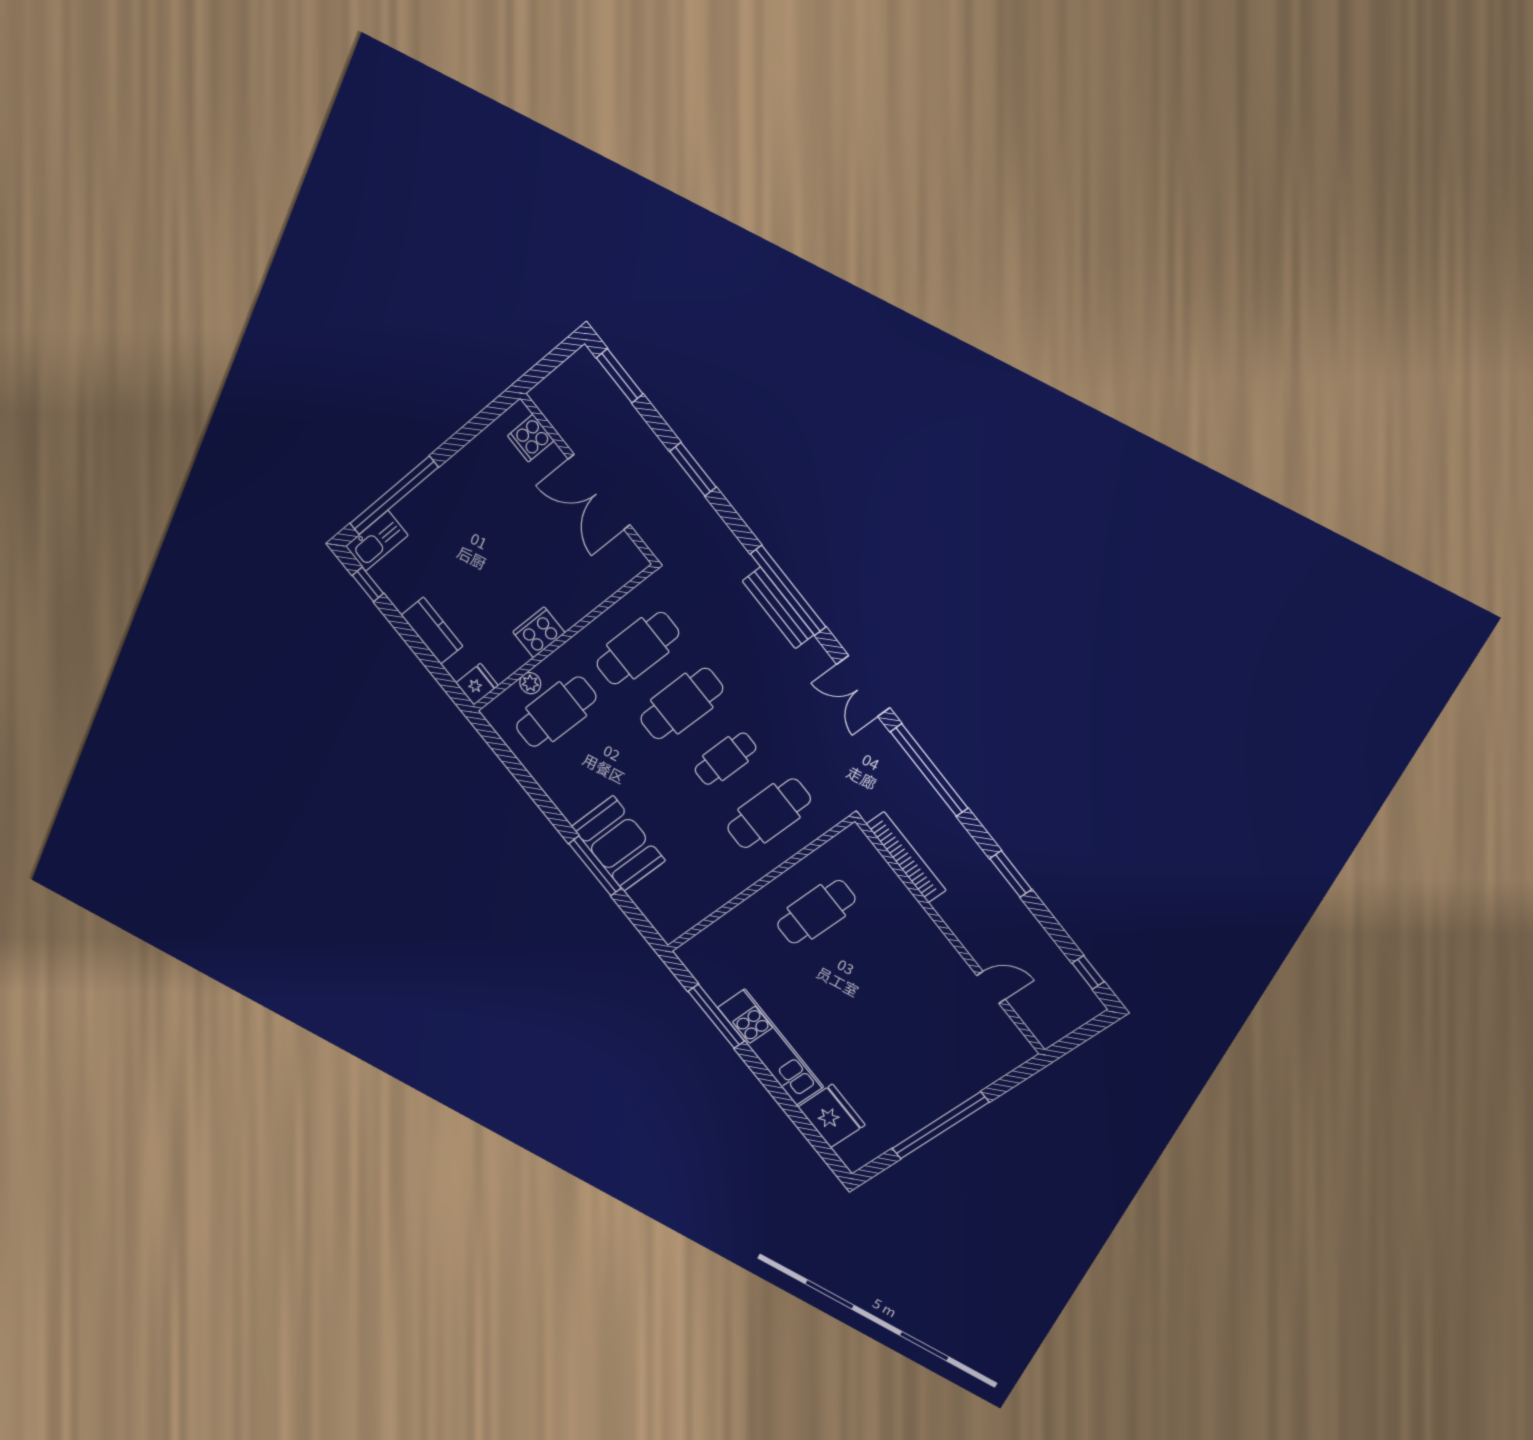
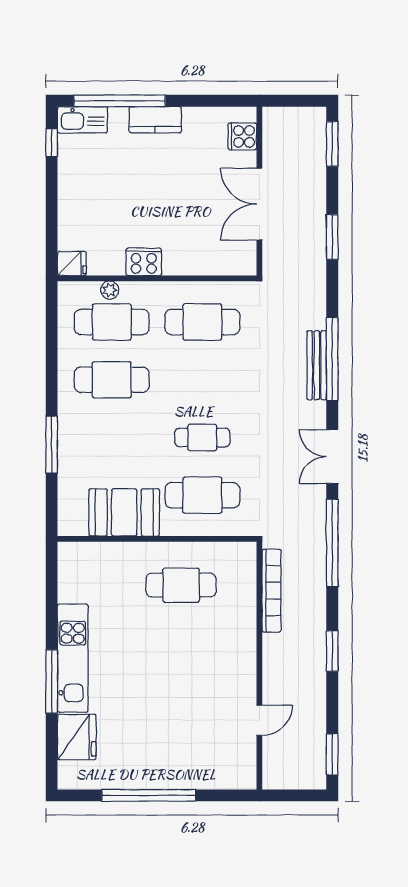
kitchen counter: (432, 631) -> (155, 120), moved, turned 90
cafe table: (682, 704) -> (112, 380), moved
booth: (618, 844) -> (124, 512), moved, turned 90
window: (1088, 972) -> (332, 754), width x1.50
door: (991, 987) -> (259, 720), hinge flipped
window: (716, 1016) -> (52, 682), moved

